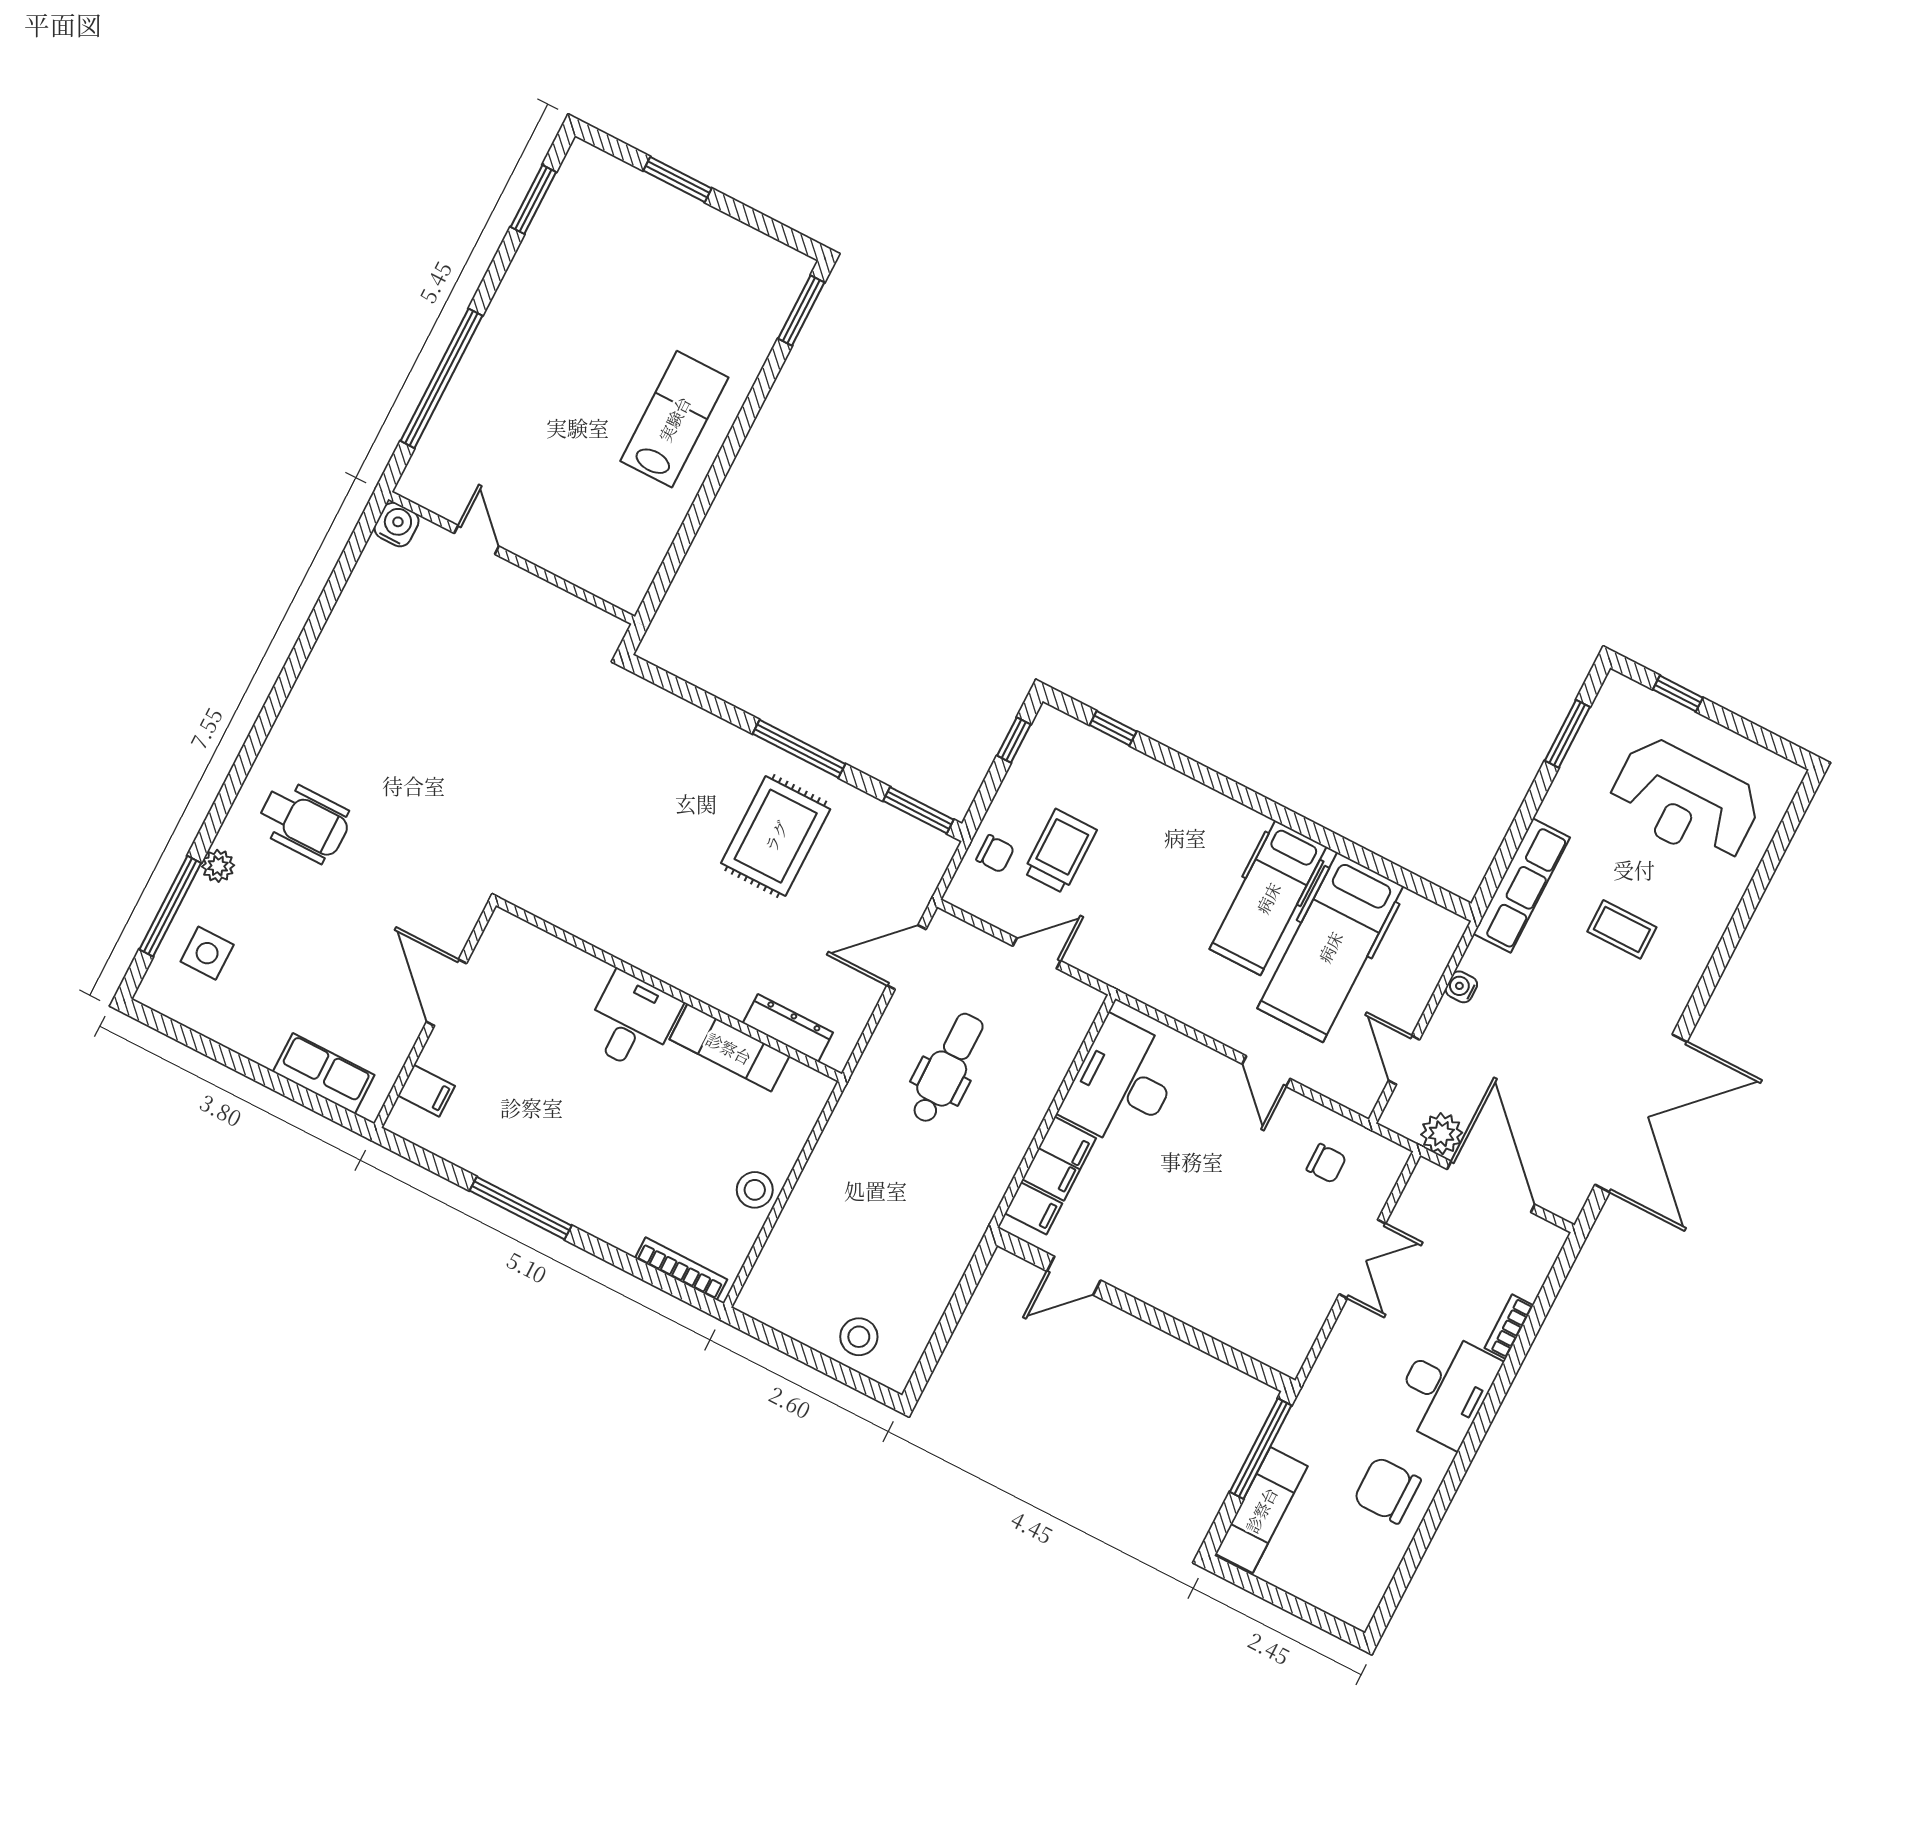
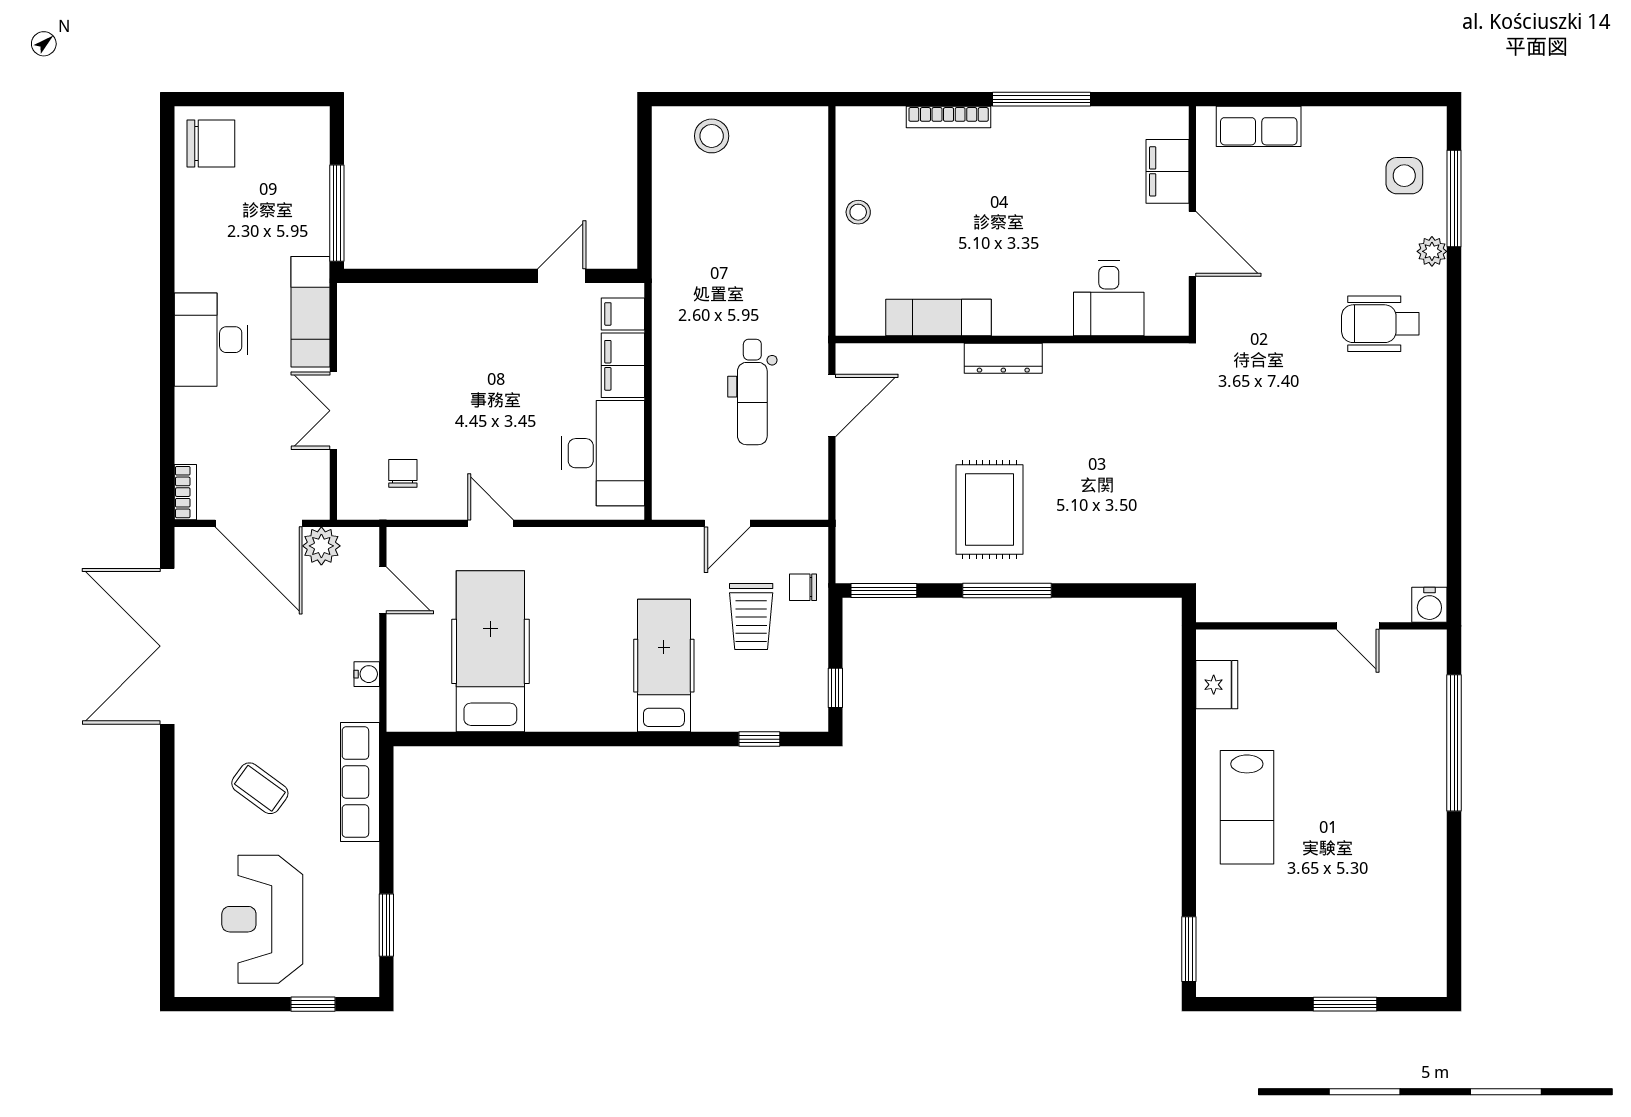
window: (533, 200) -> (1454, 927), removed
fridge: (642, 553) -> (1217, 685), added
reception desk: (1685, 801) -> (262, 919), turned -90
hospital bed: (1268, 898) -> (664, 666), moved
coffee table: (1622, 929) -> (260, 788), turned 36
door: (906, 957) -> (832, 406), moved
desk: (632, 1021) -> (1109, 298), moved
dresser: (788, 1028) -> (1003, 358), moved
filing cabinet: (426, 1091) -> (1168, 171), width x2.00
chair: (1326, 1163) -> (403, 473), turned 90
stool: (755, 1190) -> (858, 212), width x0.73, depth x0.73
bookcase: (681, 1269) -> (949, 117), moved
bookcase: (1509, 1327) -> (185, 492), moved
chair: (1387, 1490) -> (211, 144), moved
exam couch: (1261, 1510) -> (310, 312), moved

